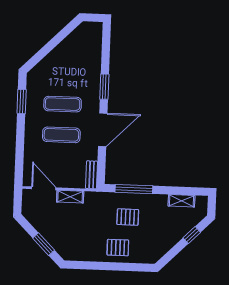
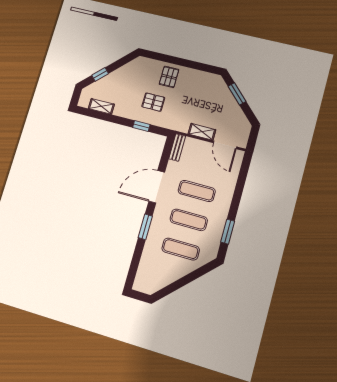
exercise mat: (64, 73) -> (181, 249), added
window: (134, 189) -> (141, 126), width x0.46
pallet: (118, 248) -> (169, 77), turned 90

